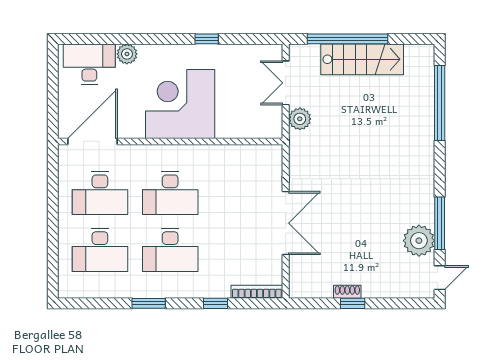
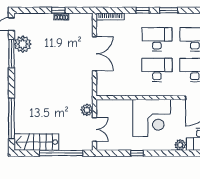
stairs: (362, 59) -> (36, 142), moved
double door: (286, 223) -> (95, 54), swing flipped
window: (216, 303) -> (143, 10), moved

